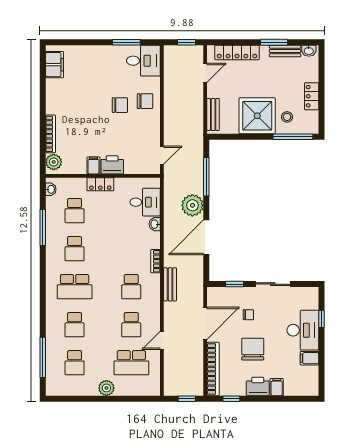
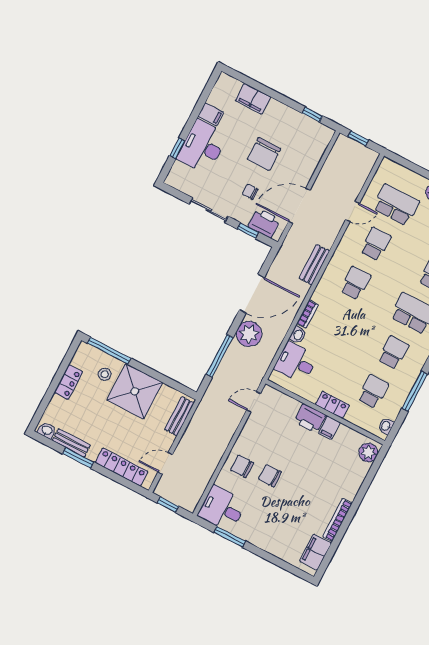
bookcase: (50, 134) -> (337, 520), moved
bookcase: (156, 261) -> (308, 314), moved
bookcase: (213, 369) -> (315, 155), removed
printer: (258, 386) -> (264, 223), moved, turned 180
filing cabinet: (277, 387) -> (253, 99), width x2.00

